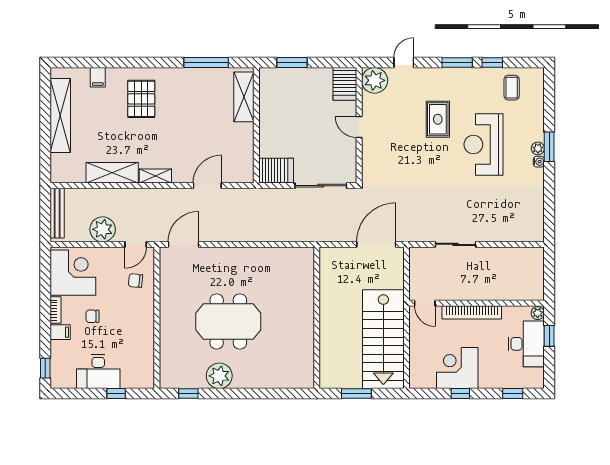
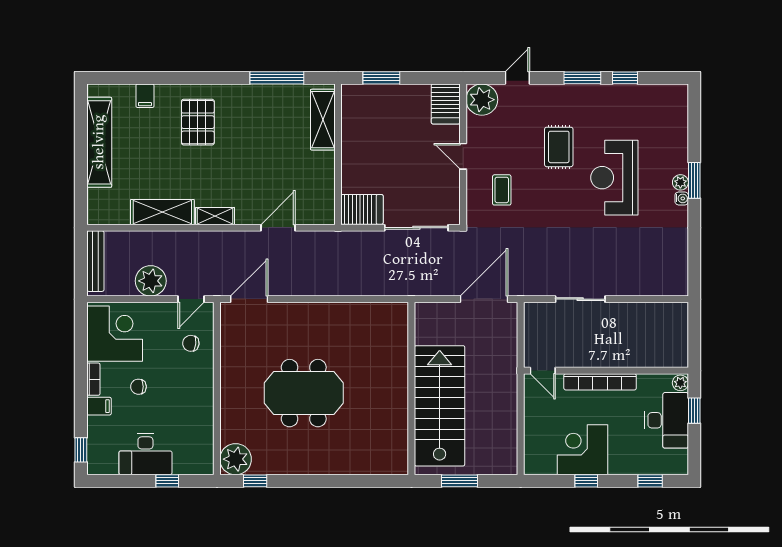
coffee table: (512, 88) -> (502, 190), moved
stairs: (383, 339) -> (440, 406), moved, turned 180
plant: (219, 376) -> (236, 459), moved

